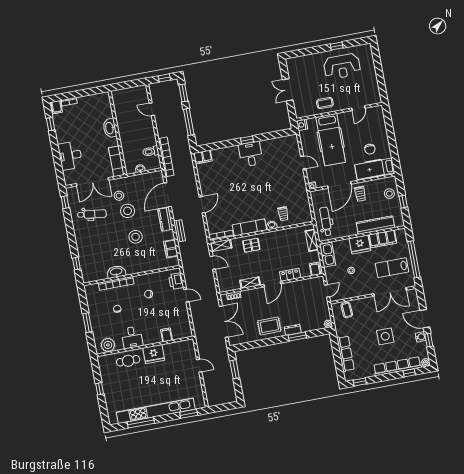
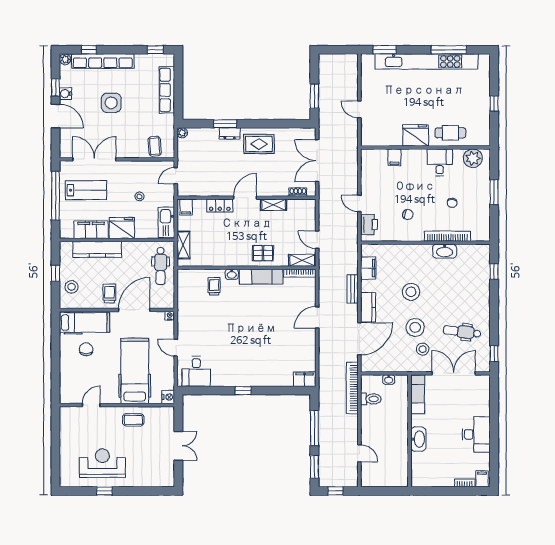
window: (51, 124) -> (494, 458), removed
desk: (251, 154) -> (196, 371), moved
desk: (70, 156) -> (476, 434), moved

